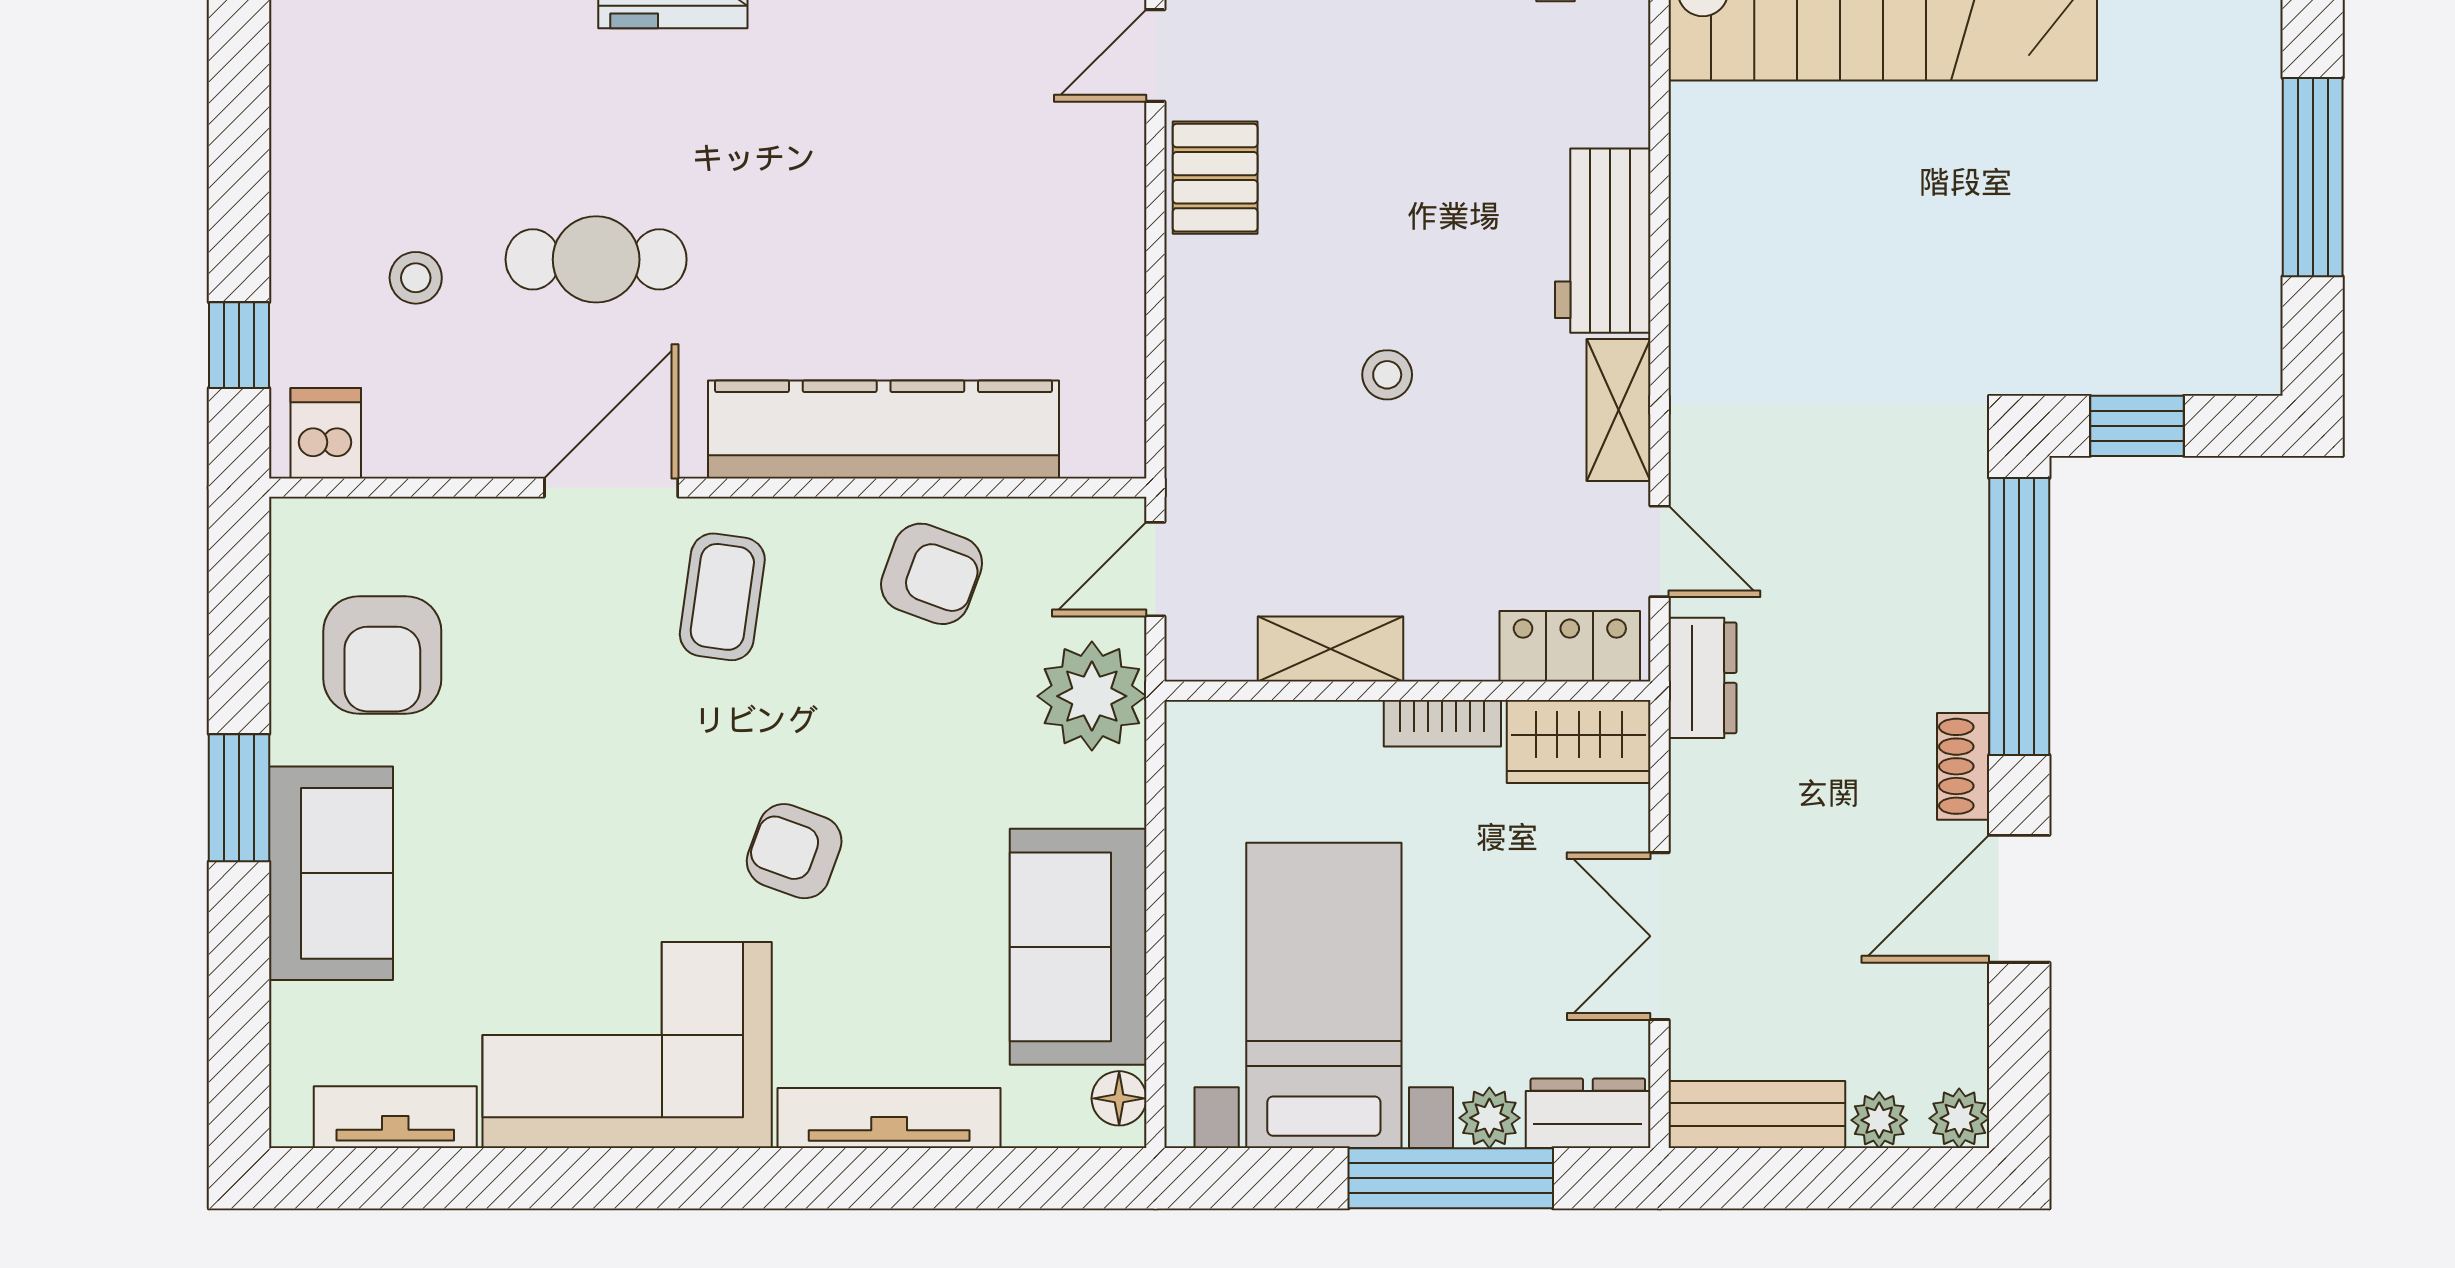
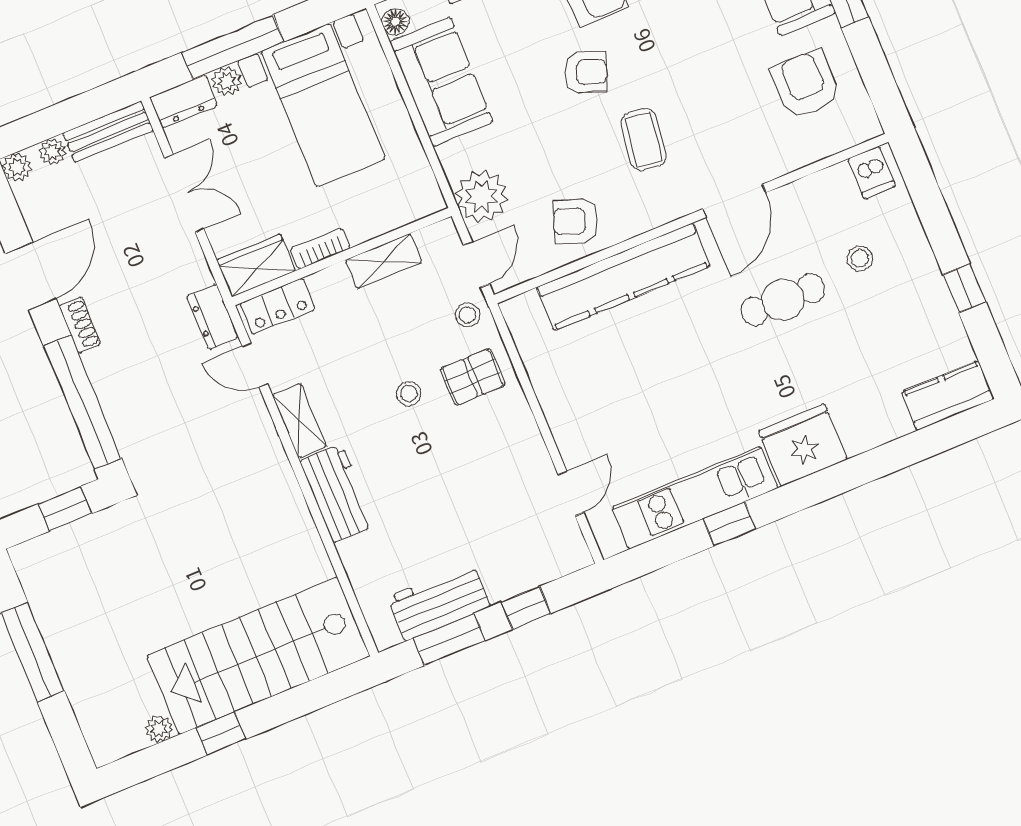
pallet: (1215, 178) -> (473, 377), moved, turned 90
window: (239, 345) -> (964, 288), moved
stool: (1213, 480) -> (467, 315), added
coffee table: (722, 597) -> (644, 140), moved

